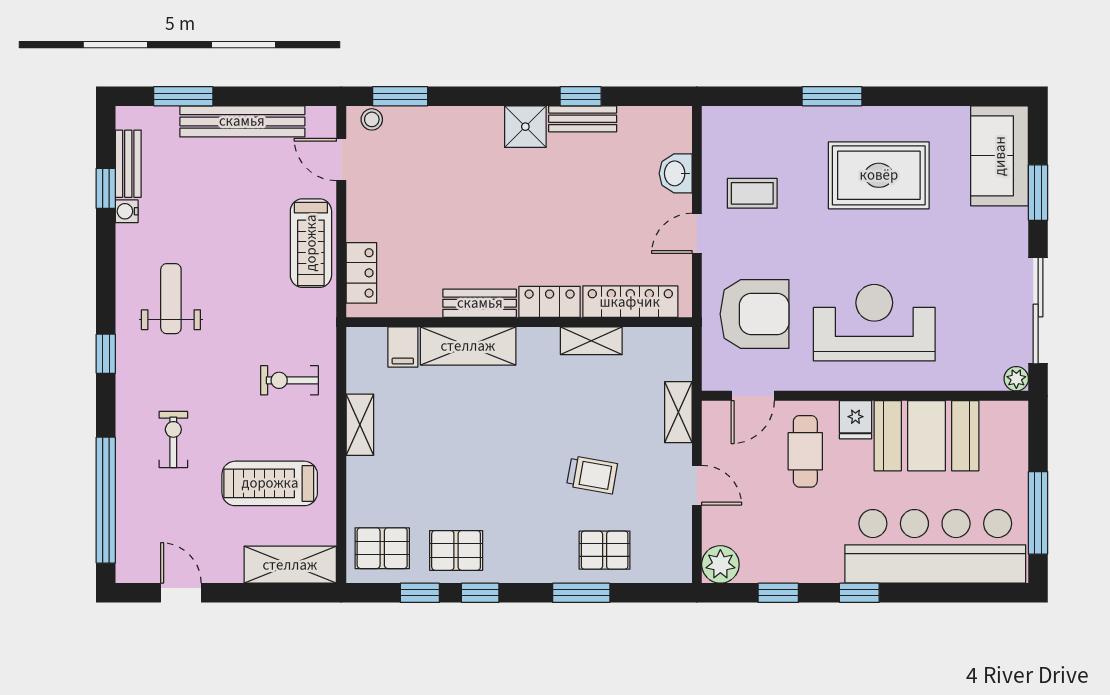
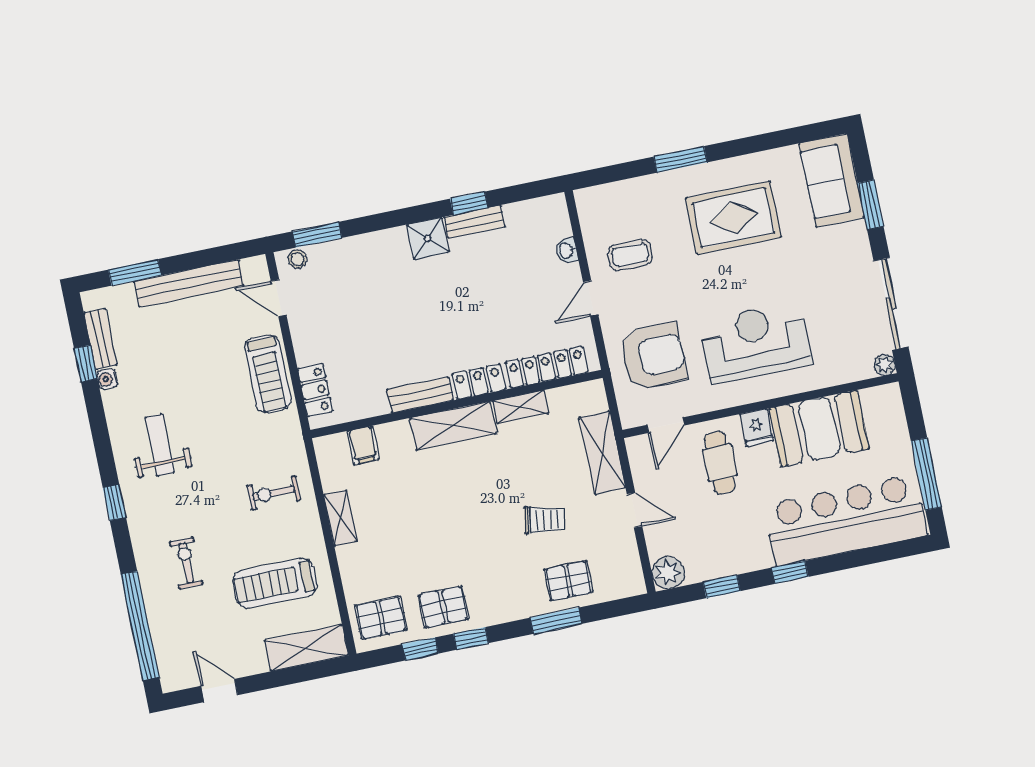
washbasin: (676, 173) -> (567, 251), width x0.72, depth x0.69
shelving: (468, 346) -> (453, 426), moved
shelving: (678, 412) -> (602, 453), width x1.50, depth x1.33

